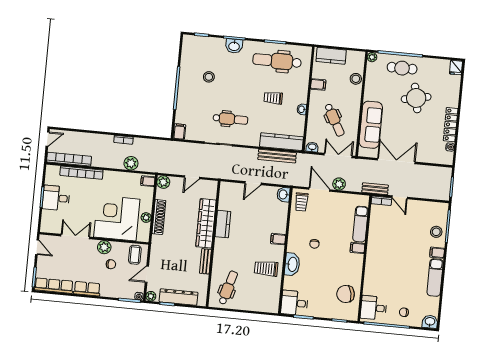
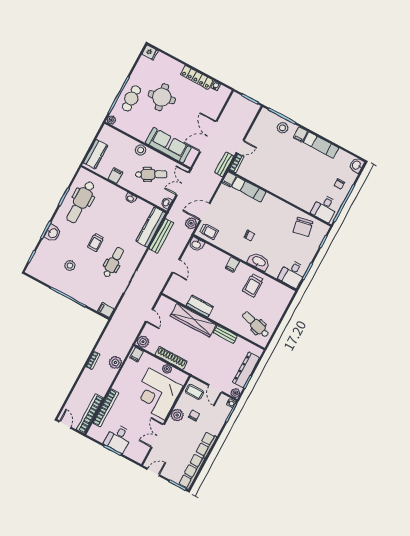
stool: (356, 79) -> (141, 150), moved
trolley: (273, 98) -> (96, 242), moved
plant: (339, 184) -> (191, 223), moved
filing cabinet: (357, 248) -> (229, 179), moved

